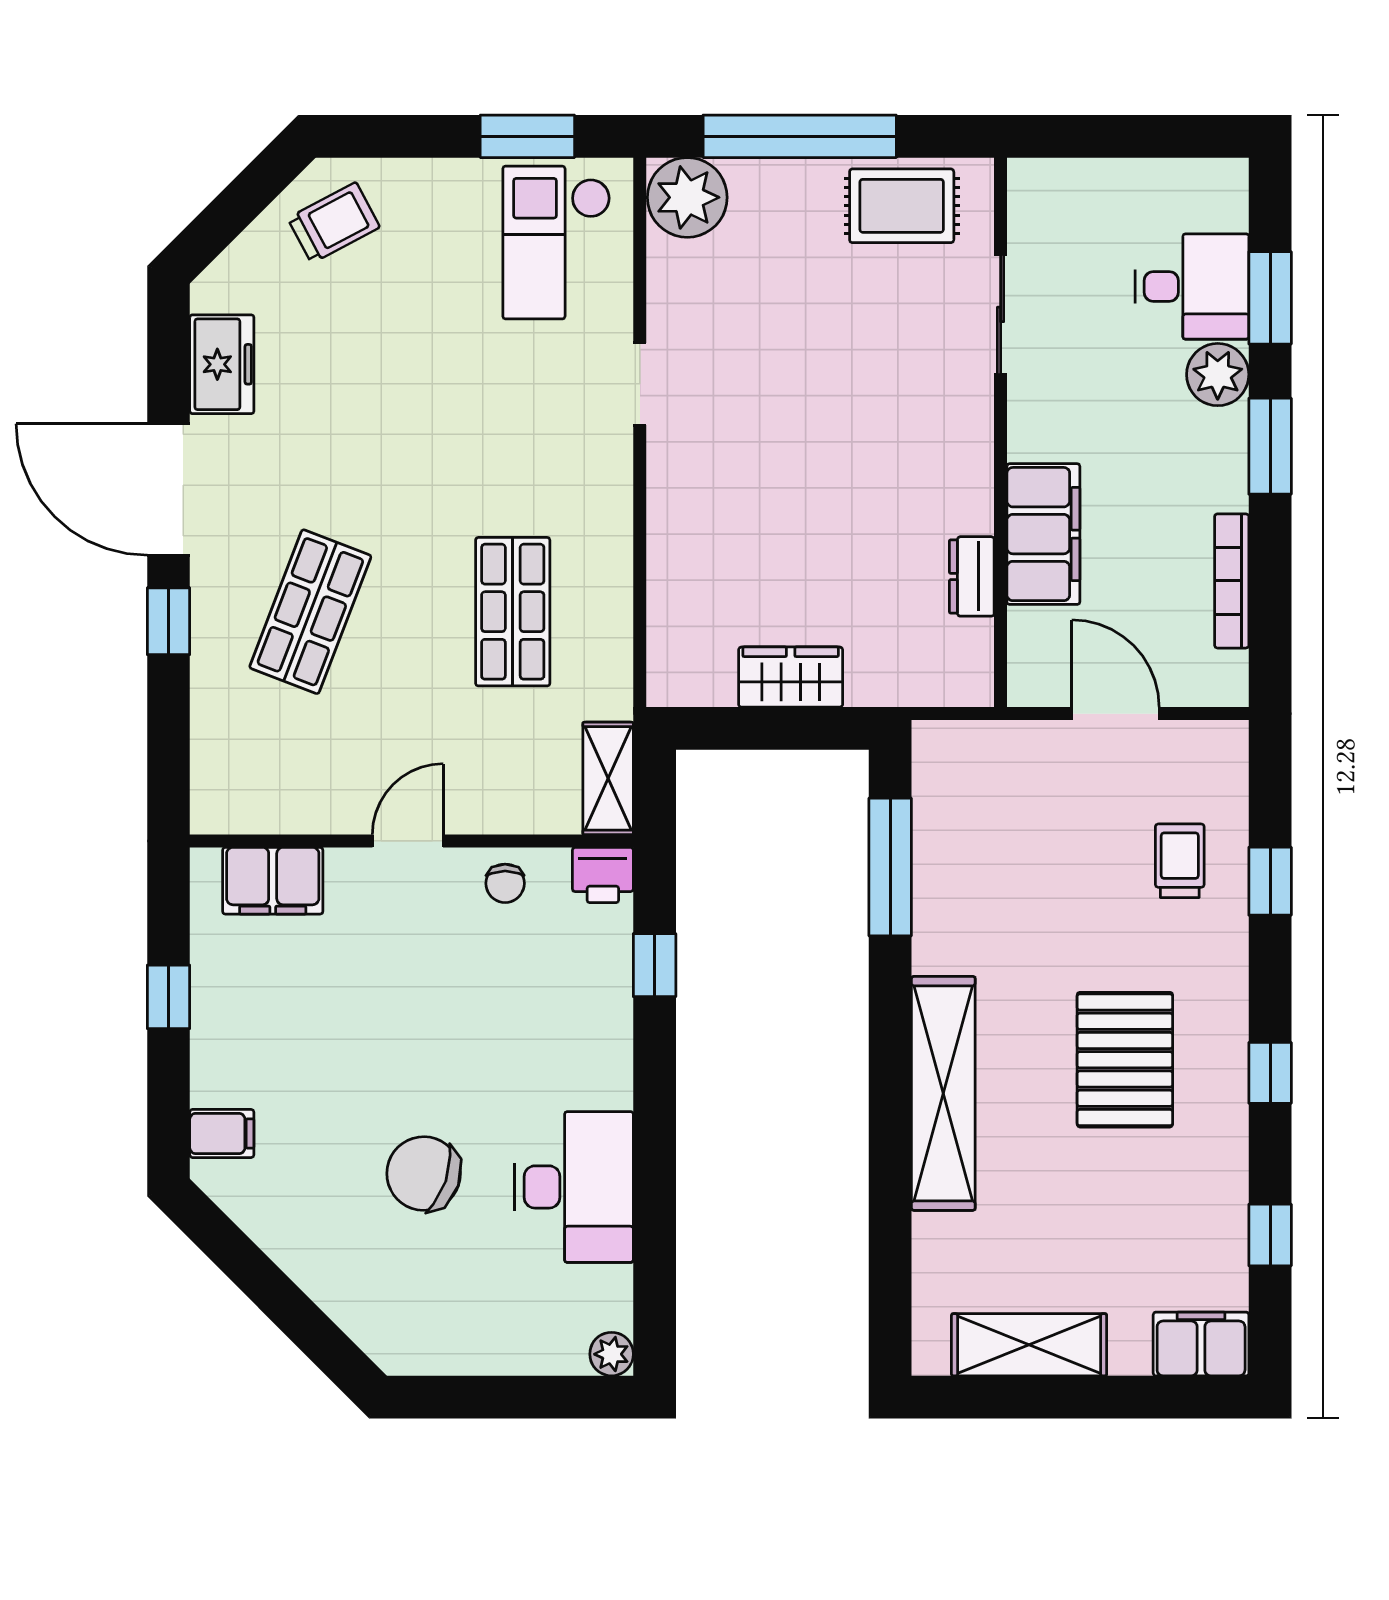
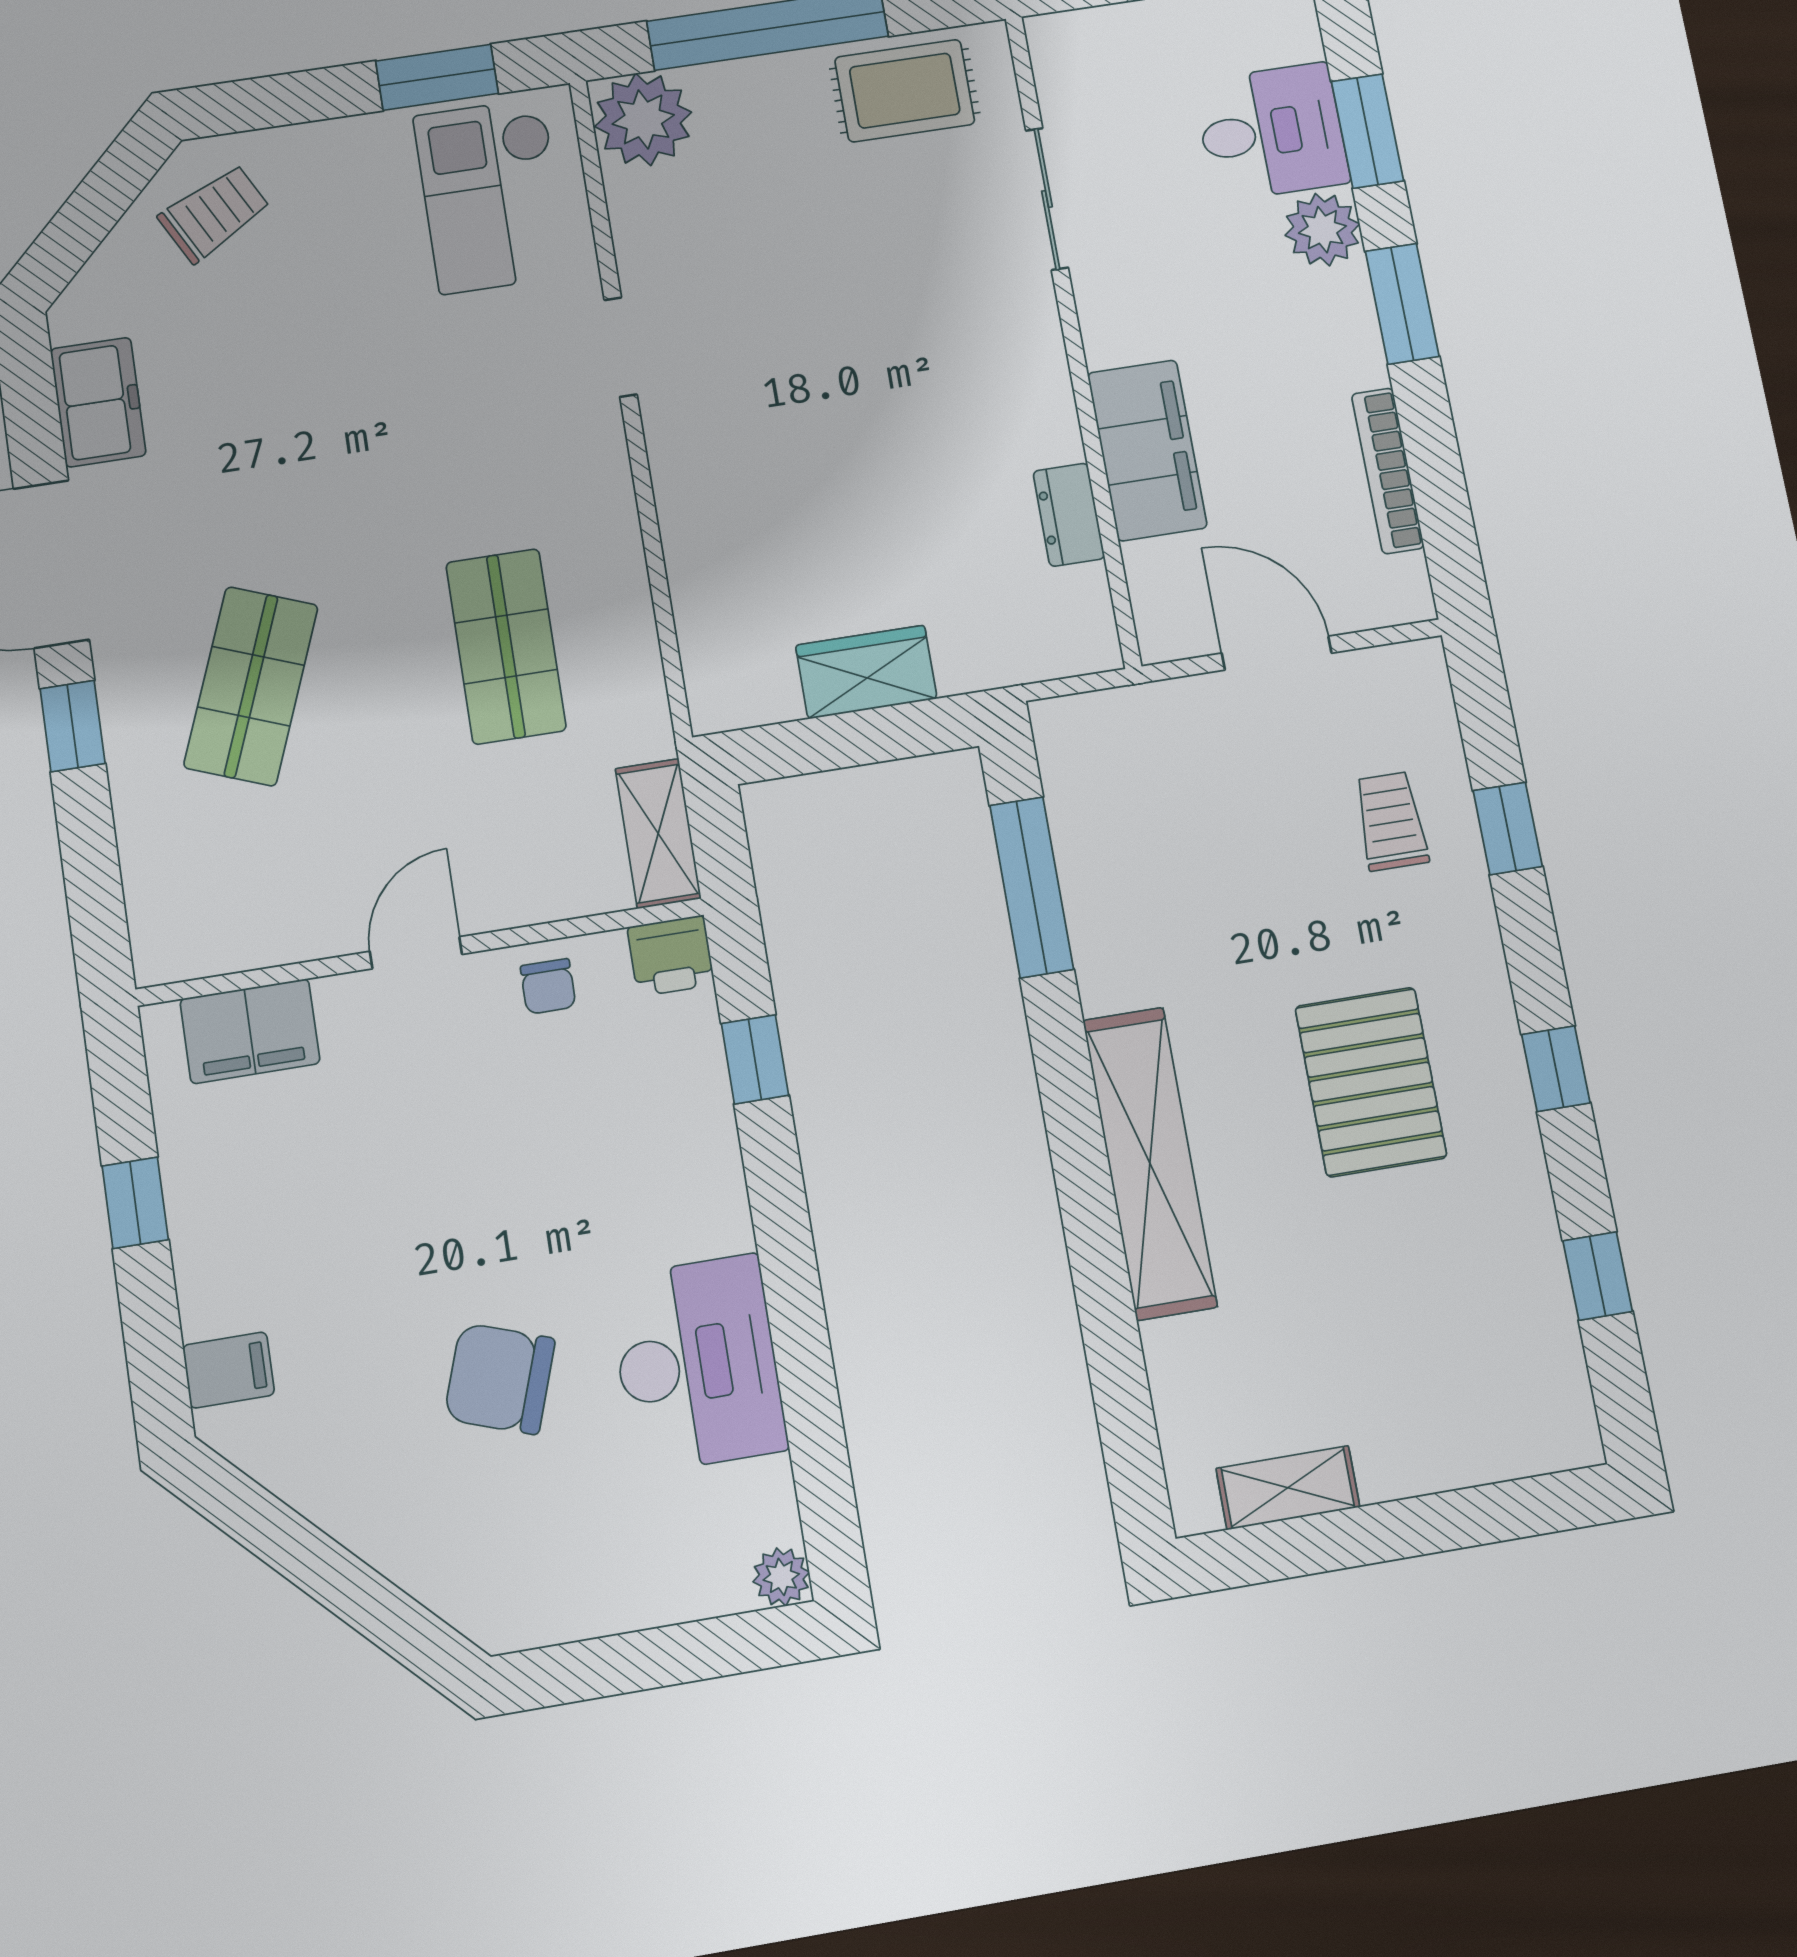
filing cabinet: (1201, 1344) -> (1538, 1433), removed
shelving: (1029, 1345) -> (1288, 1488), width x0.67, depth x0.75

